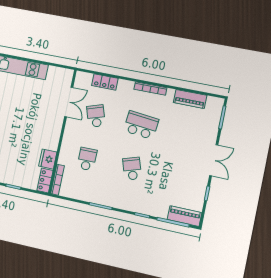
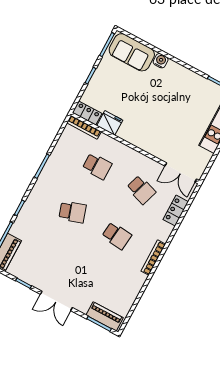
piano: (190, 99) -> (105, 316), moved, turned 90
double door: (69, 102) -> (181, 172), moved
school desk: (96, 116) -> (141, 190), turned 36
school desk: (141, 125) -> (117, 236), width x0.54

